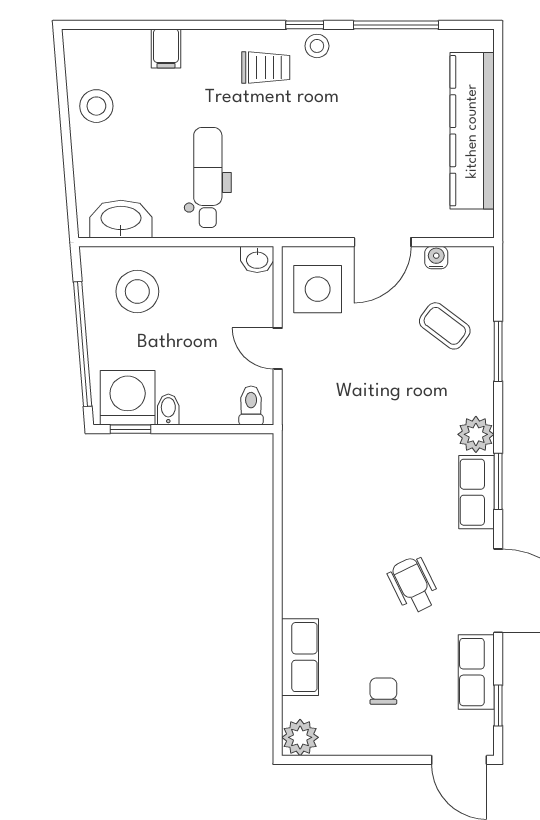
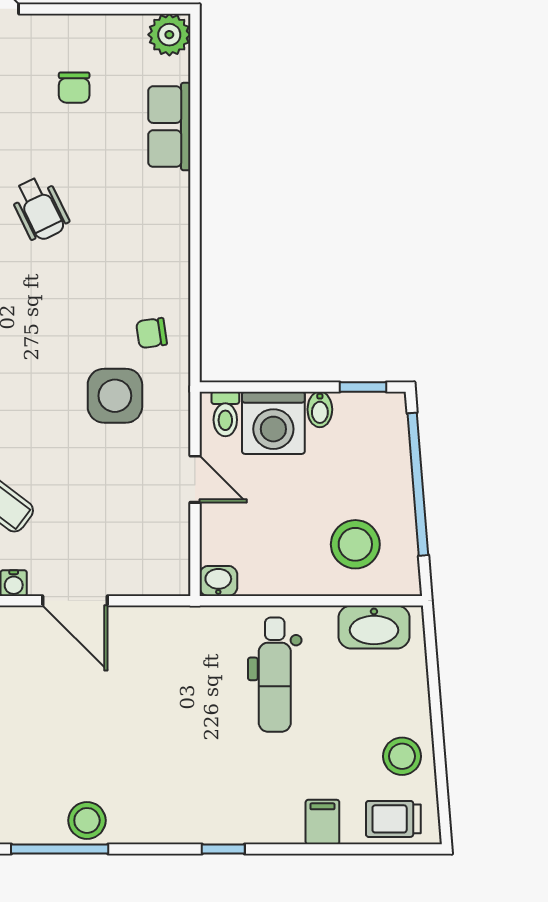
window: (305, 25) -> (223, 849), moved
stool: (317, 46) -> (87, 820), moved, width x1.37, depth x1.37
trolley: (266, 67) -> (393, 819), moved
door: (383, 242) -> (75, 601), swing flipped
side table: (318, 289) -> (115, 396), moved
washing machine: (128, 398) -> (273, 423), moved
chair: (316, 476) -> (152, 333), added

